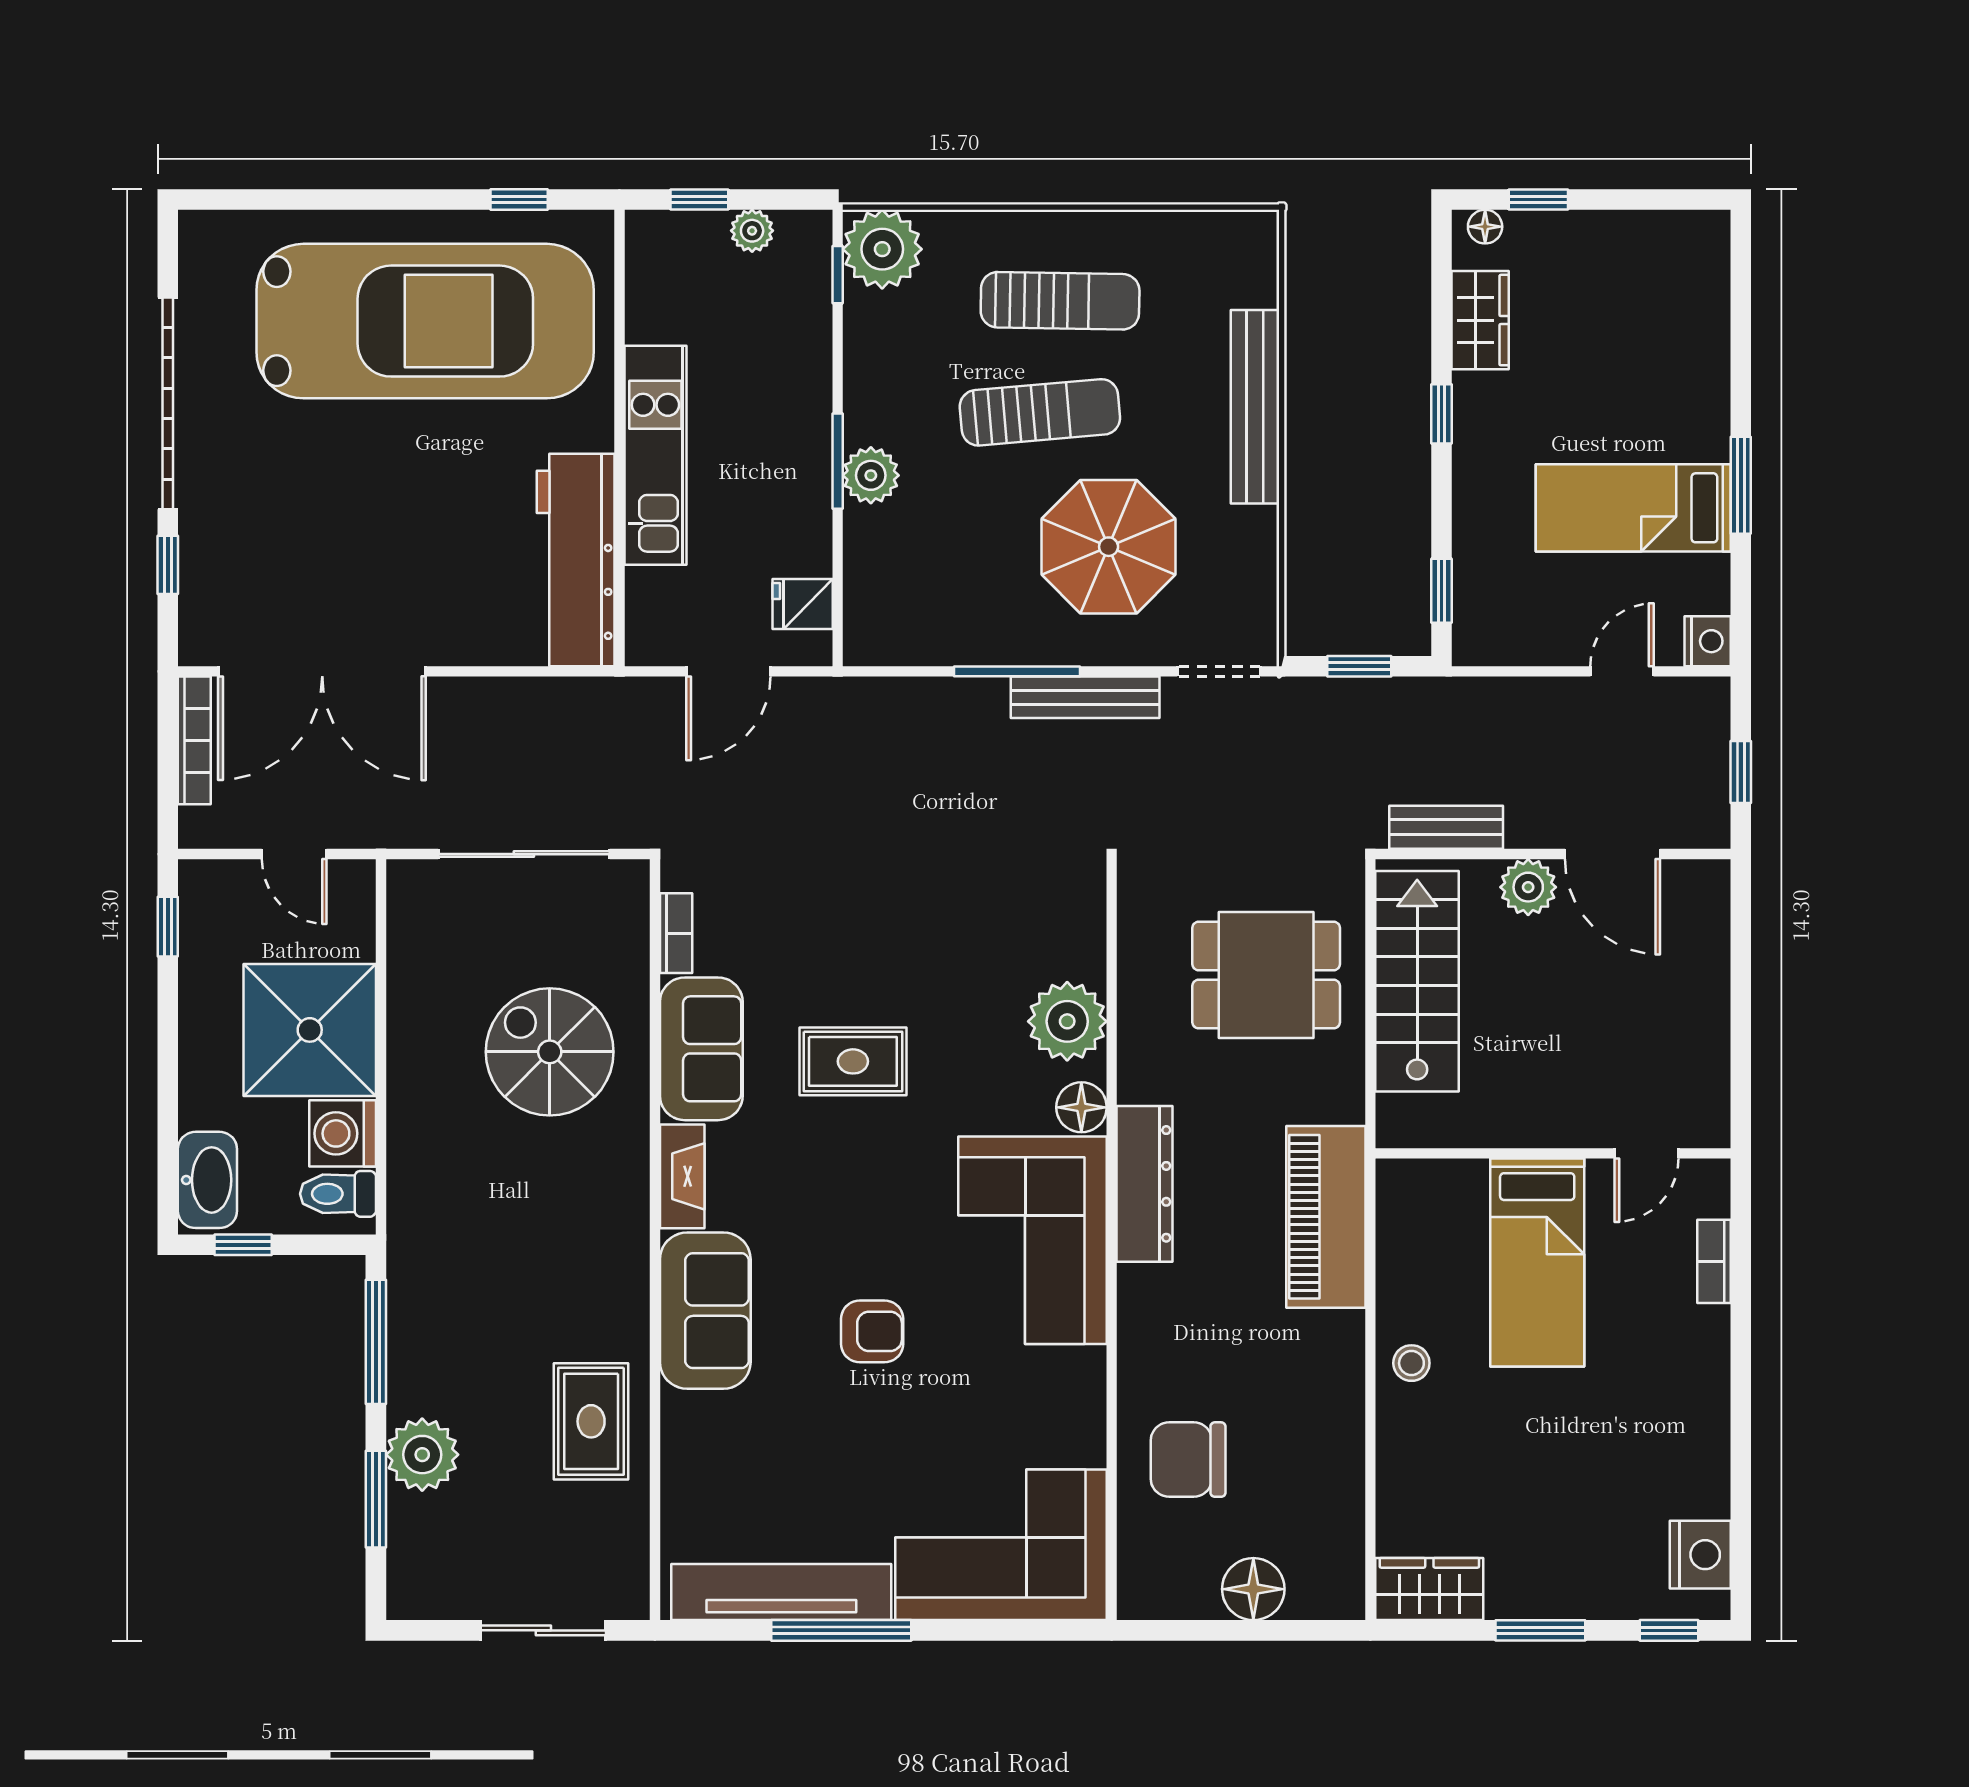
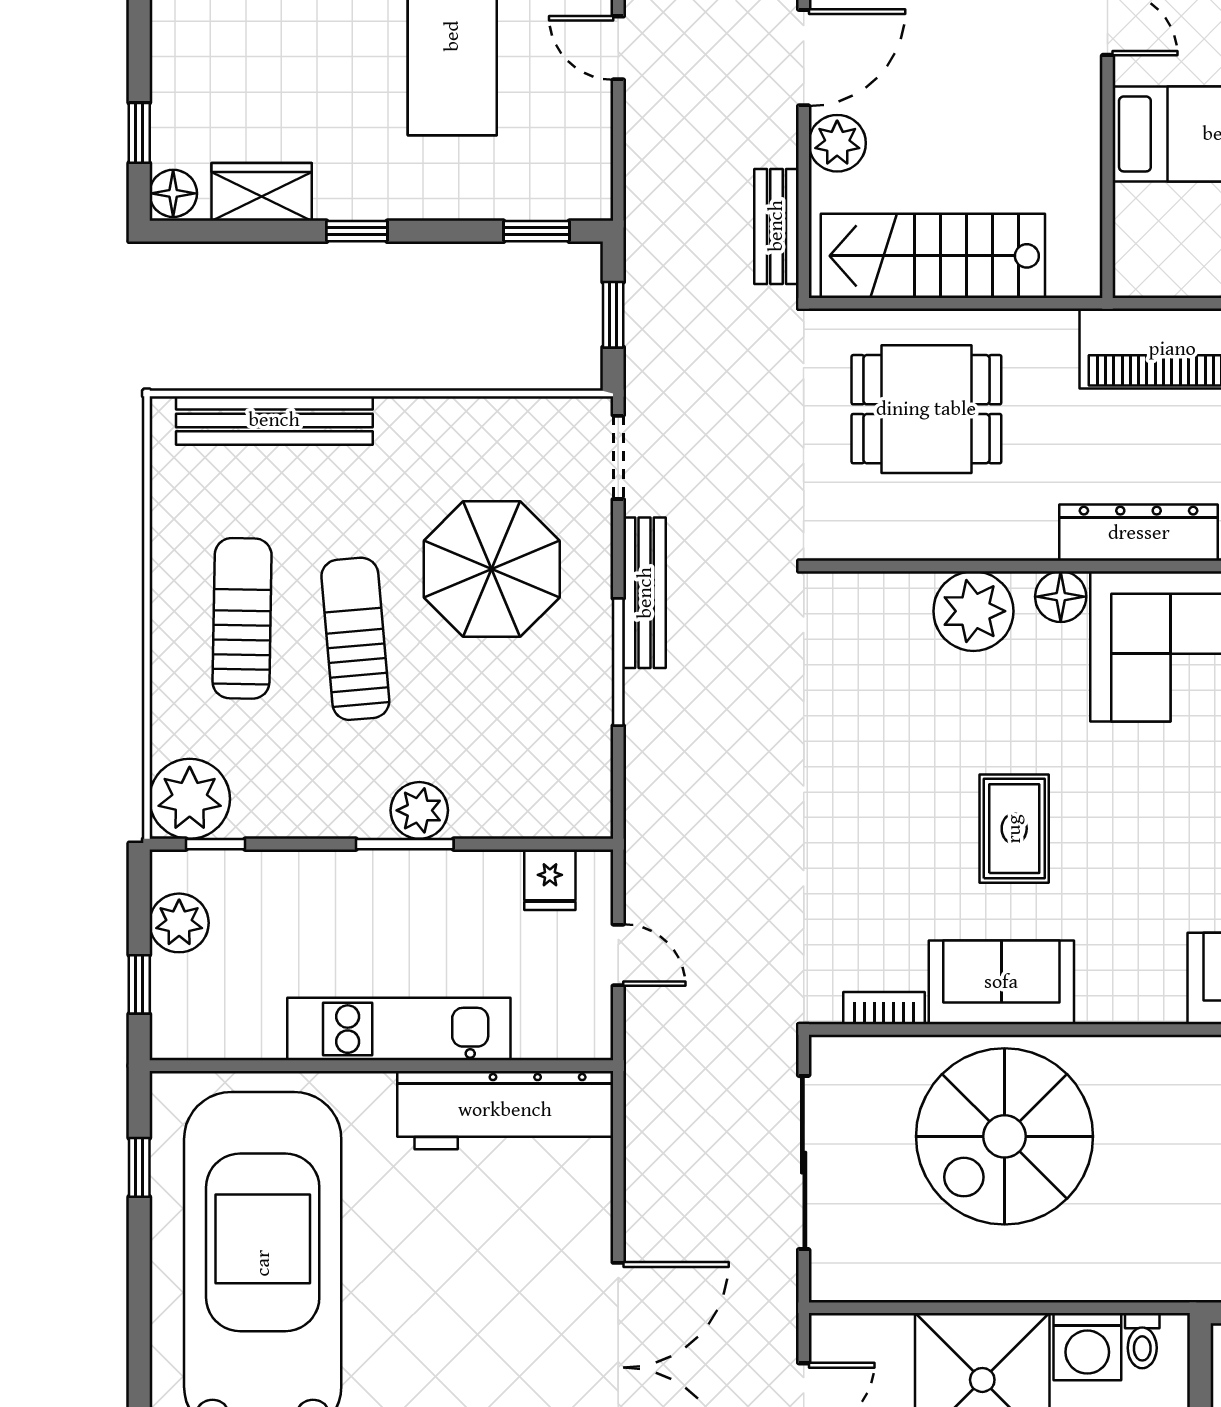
floor lamp: (1485, 227) -> (173, 193), width x1.37, depth x1.37
plant: (752, 231) -> (179, 923), width x1.38, depth x1.38
bench: (1255, 407) -> (274, 420), moved
door: (728, 671) -> (618, 955), width x0.73
dining table: (1266, 975) -> (926, 409), turned 90
spiral stairs: (550, 1052) -> (1005, 1136), width x1.37, depth x1.37
fireplace: (682, 1176) -> (1131, 1002), removed
toilet: (338, 1194) -> (1142, 1341), width x0.73, depth x0.72

